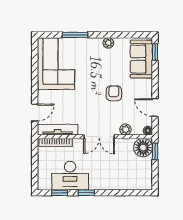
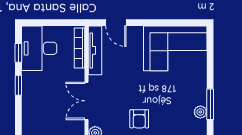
window: (75, 35) -> (210, 104), moved
armchair: (114, 93) -> (139, 119), turned 90
desk: (70, 176) -> (39, 48), moved

